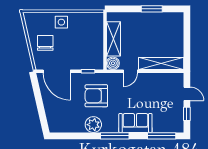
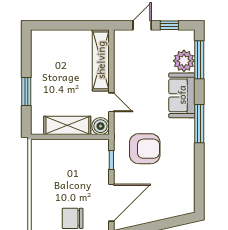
window: (152, 9) -> (26, 92), moved
side table: (61, 22) -> (44, 196), removed
armchair: (96, 96) -> (145, 149), turned -90
plant: (93, 125) -> (184, 61), moved

